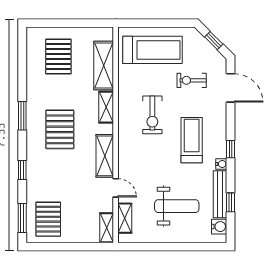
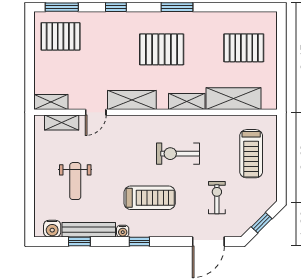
treadmill: (152, 50) -> (251, 154), width x0.73, depth x0.73
weight bench: (177, 206) -> (75, 181), width x0.73, depth x0.75

